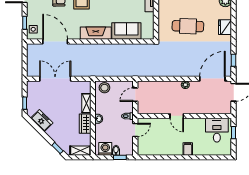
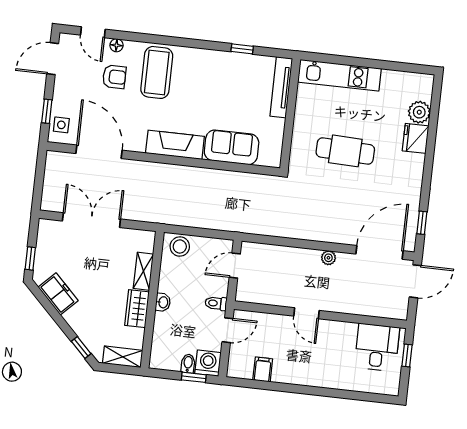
fridge: (225, 27) -> (416, 138), moved
washing machine: (105, 149) -> (208, 363), moved
filing cabinet: (188, 149) -> (263, 370), moved

